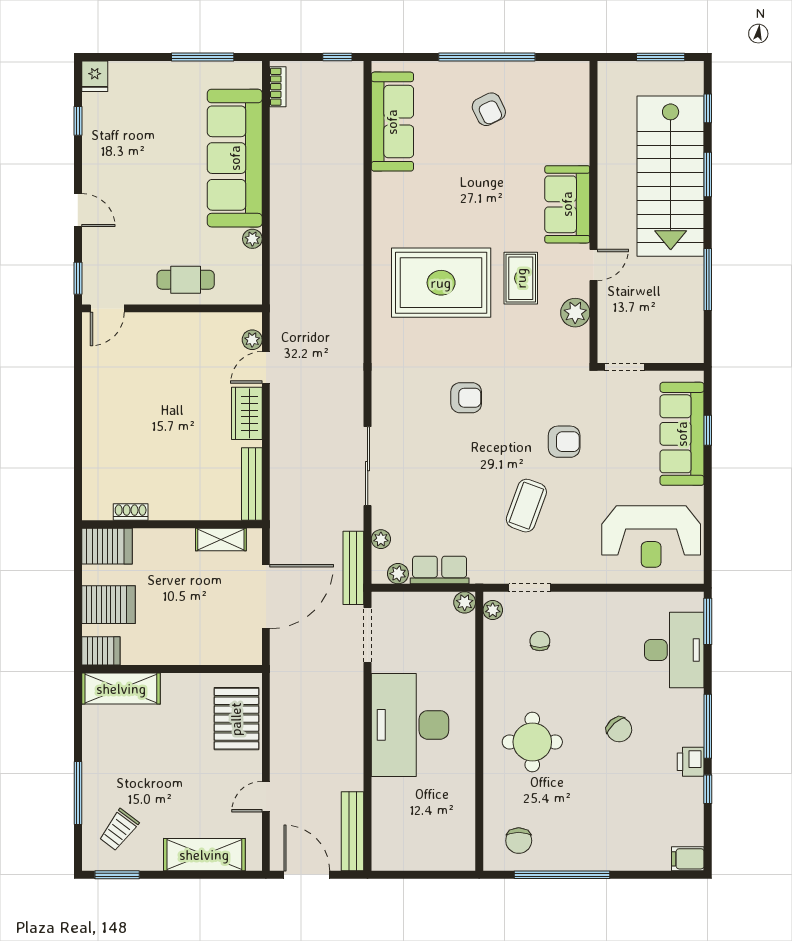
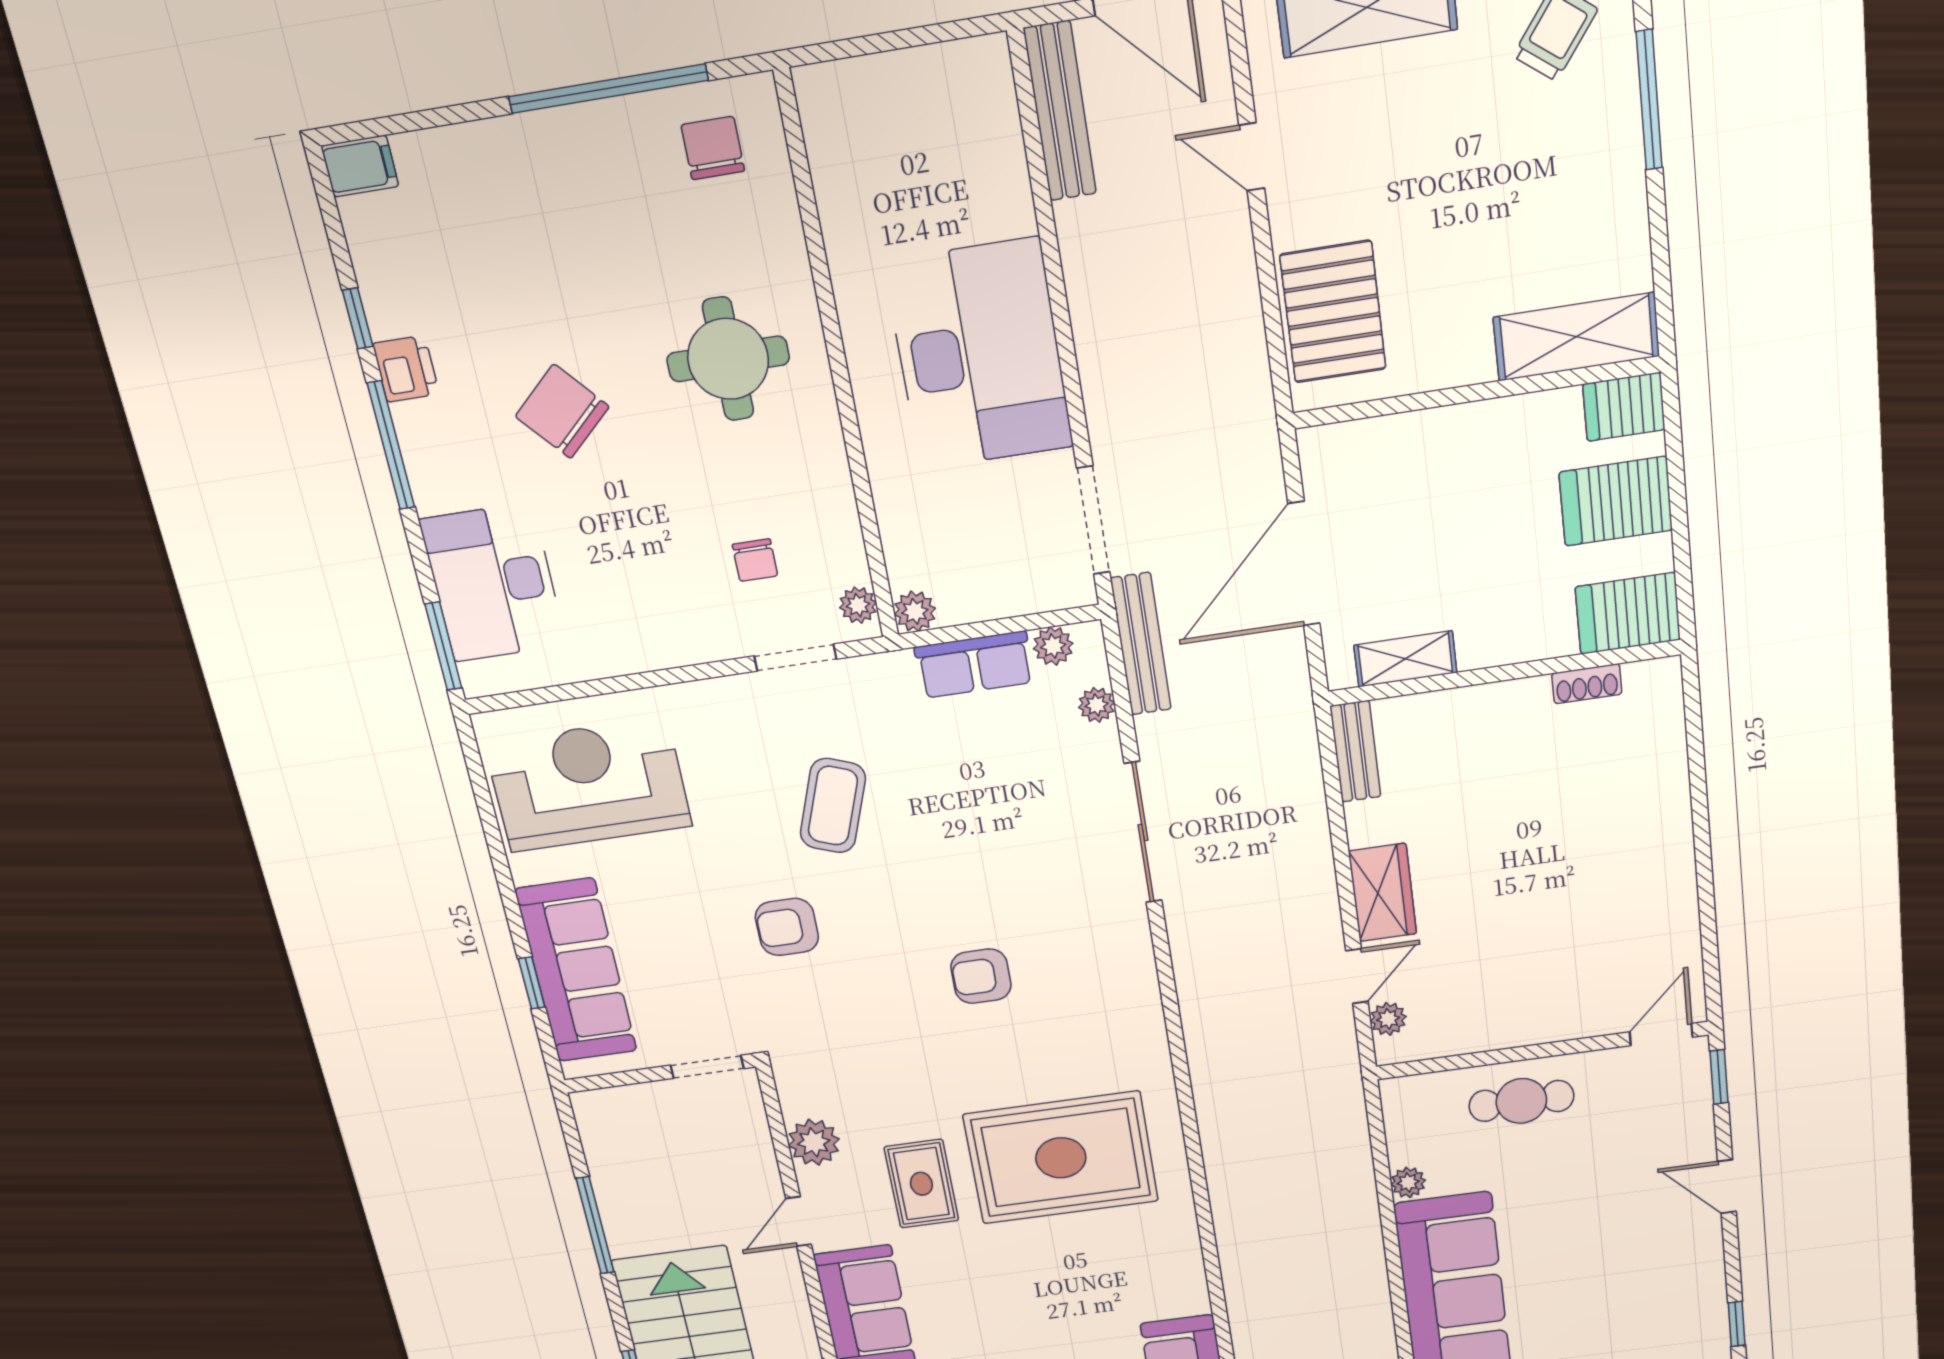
bench: (252, 484) -> (1355, 751), width x0.73
chair: (619, 729) -> (562, 411), width x1.37, depth x1.37
door: (266, 797) -> (1252, 157), swing flipped

